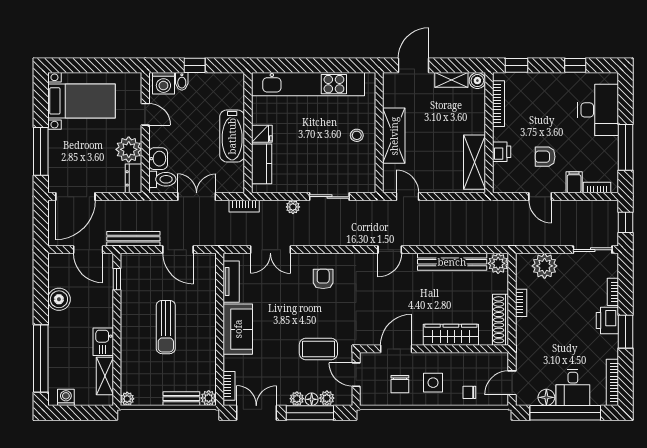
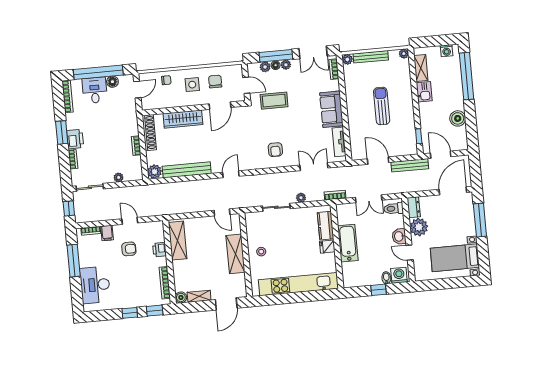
window: (575, 65) -> (130, 313), moved
washbasin: (158, 159) -> (399, 236), moved
plant: (545, 266) -> (119, 177), width x0.53, depth x0.53
bench: (181, 399) -> (371, 57), width x1.36

